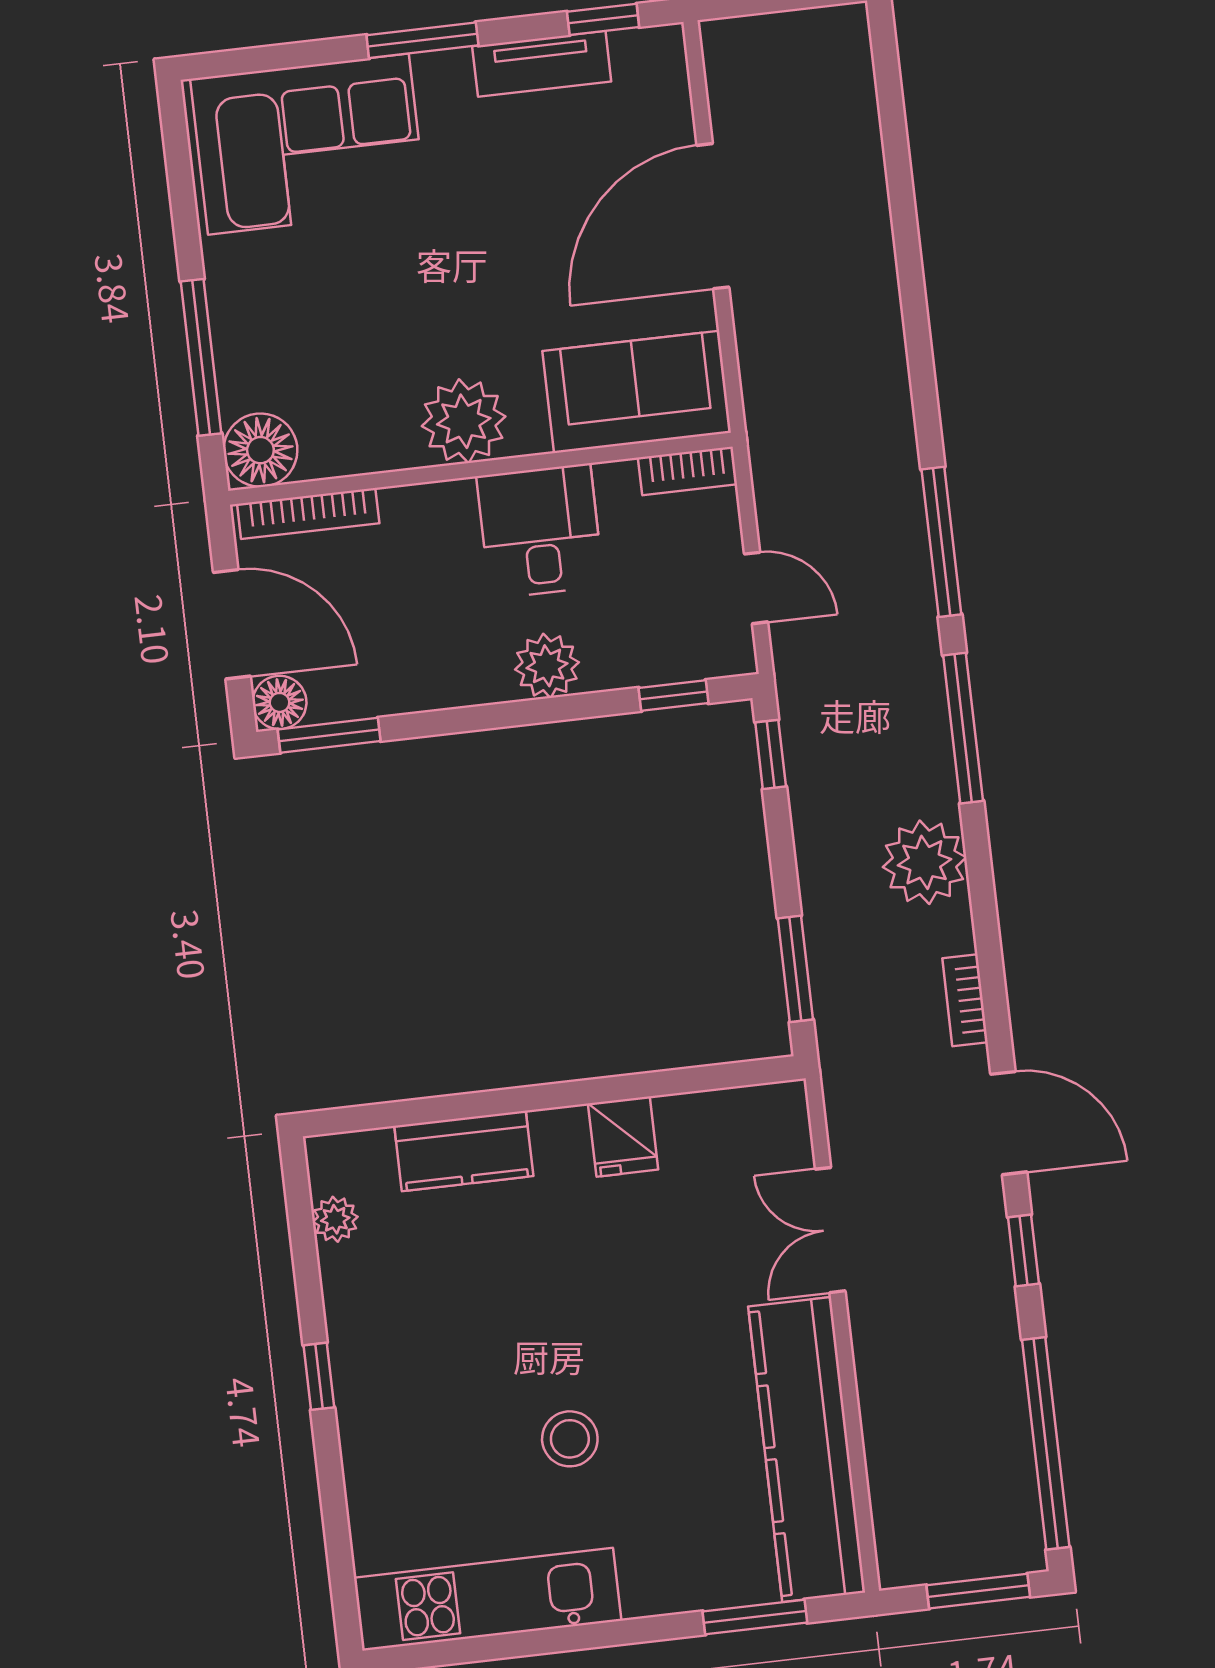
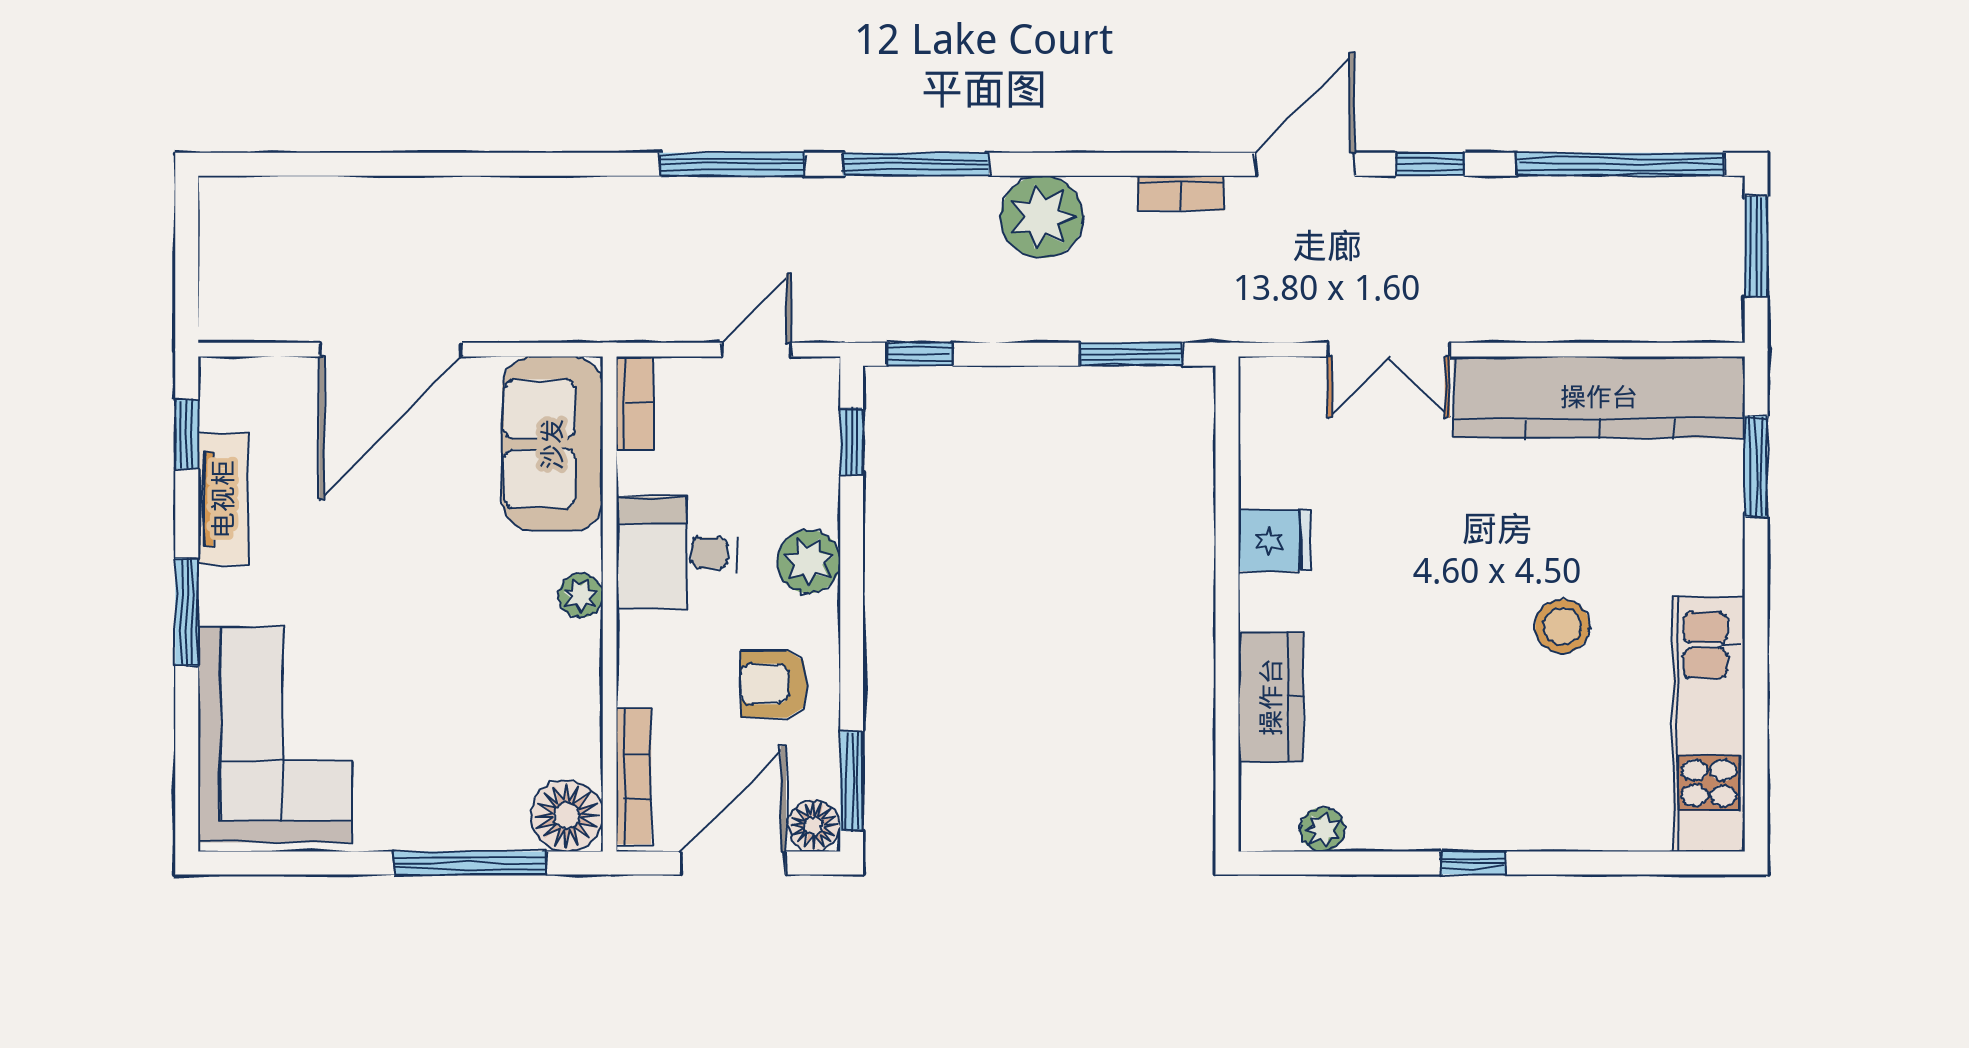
door: (713, 216) -> (390, 350), hinge flipped
plant: (464, 421) -> (581, 596), width x0.53, depth x0.53
armchair: (418, 645) -> (774, 684), added

